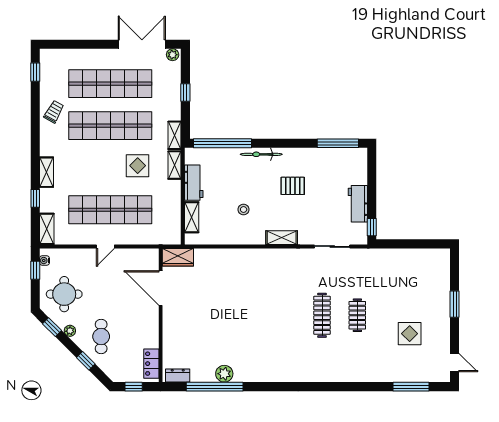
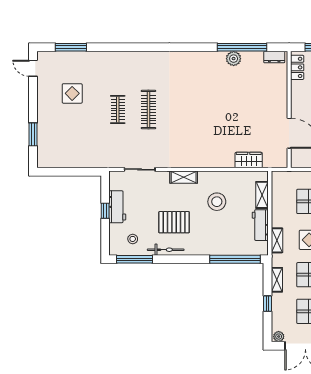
shelving: (175, 135) -> (277, 280), moved
bicycle: (261, 154) -> (166, 250), moved
stool: (340, 167) -> (133, 239), added
pallet: (293, 186) -> (174, 222), width x1.50, depth x1.42
stool: (244, 209) -> (217, 202), width x1.89, depth x1.89
window: (372, 227) -> (105, 211), moved
wardrobe: (178, 257) -> (249, 160), moved
window: (455, 304) -> (33, 134), moved

